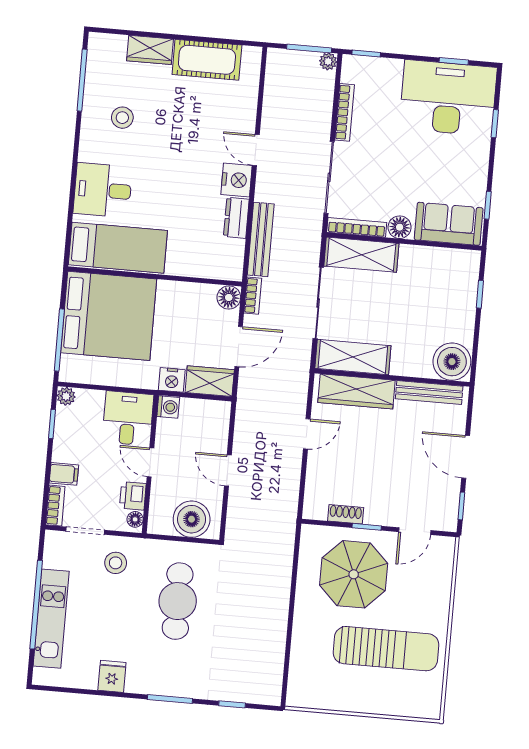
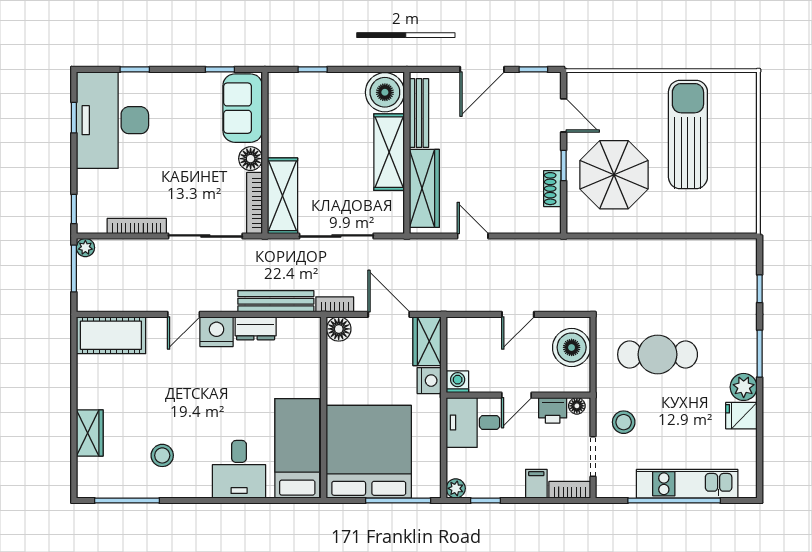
cot: (207, 60) -> (111, 335), moved, turned 90
shelving: (353, 357) -> (389, 152), moved
plant: (139, 681) -> (744, 387), added

